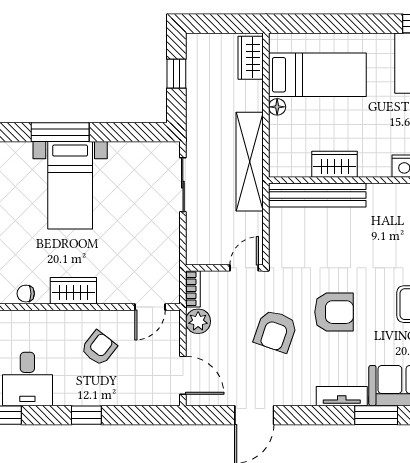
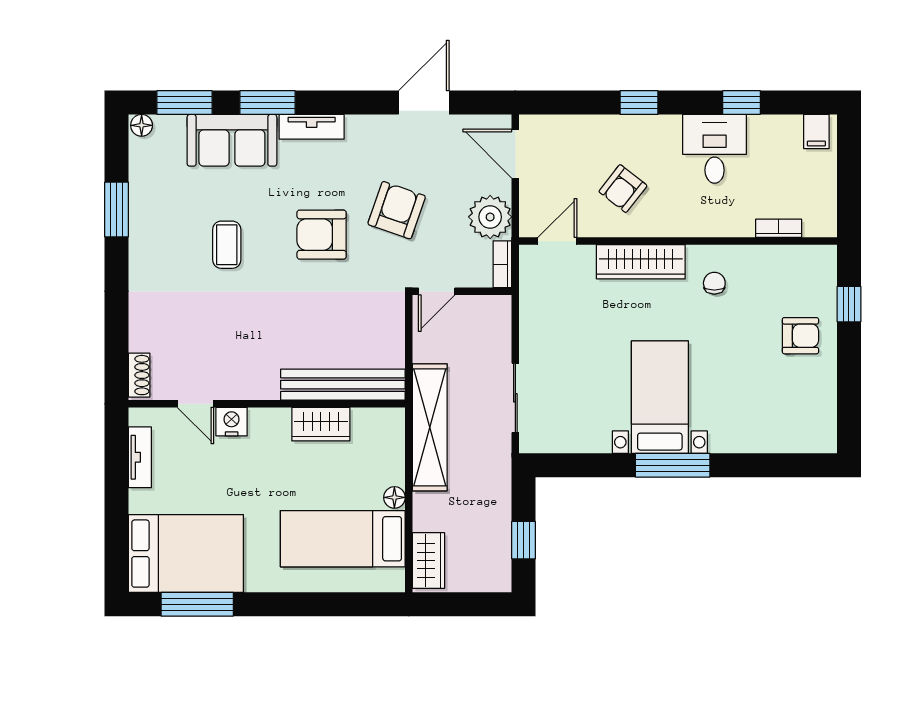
wardrobe: (73, 291) -> (641, 262), width x1.50
chair: (26, 294) -> (714, 283), moved, turned -90
plant: (198, 321) -> (490, 217), width x1.36, depth x1.36

